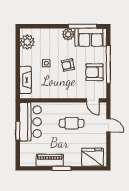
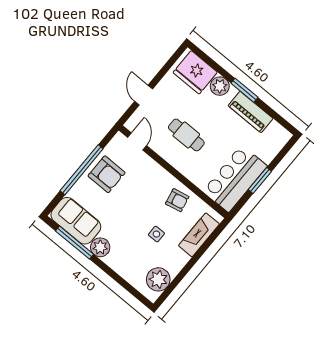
armchair: (68, 65) -> (177, 200), moved
plant: (75, 160) -> (220, 86), added

